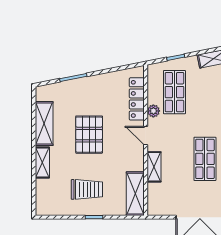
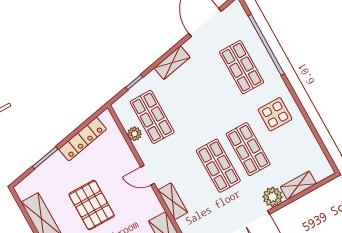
locker: (137, 99) -> (83, 139), moved, turned -101
plant: (153, 111) -> (134, 134), moved

